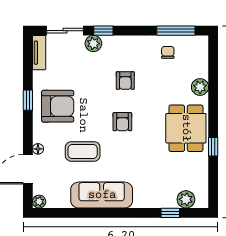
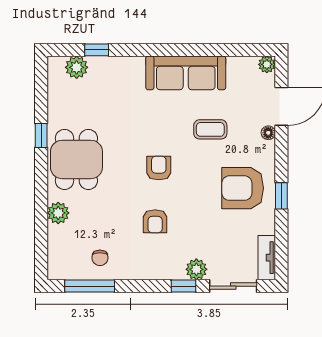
armchair: (125, 81) -> (155, 221), turned 180
coffee table: (83, 151) -> (210, 129), width x0.73, depth x0.77

